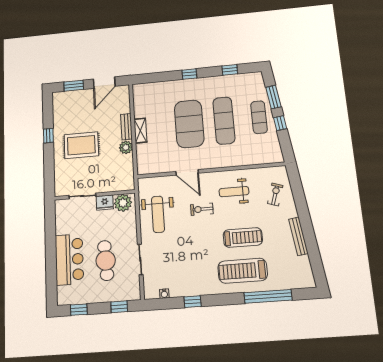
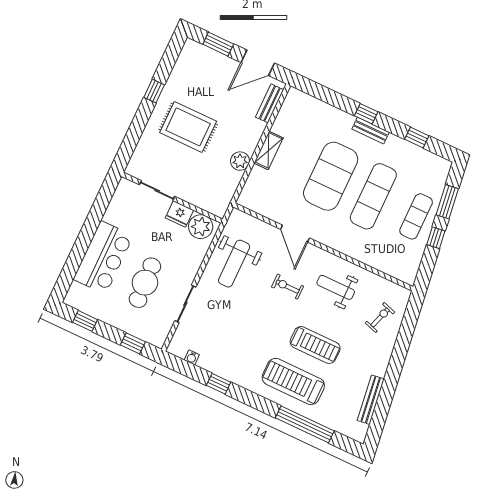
bench: (198, 82) -> (371, 131), added
bench: (126, 127) -> (270, 103), moved
bench: (298, 236) -> (371, 400), moved

